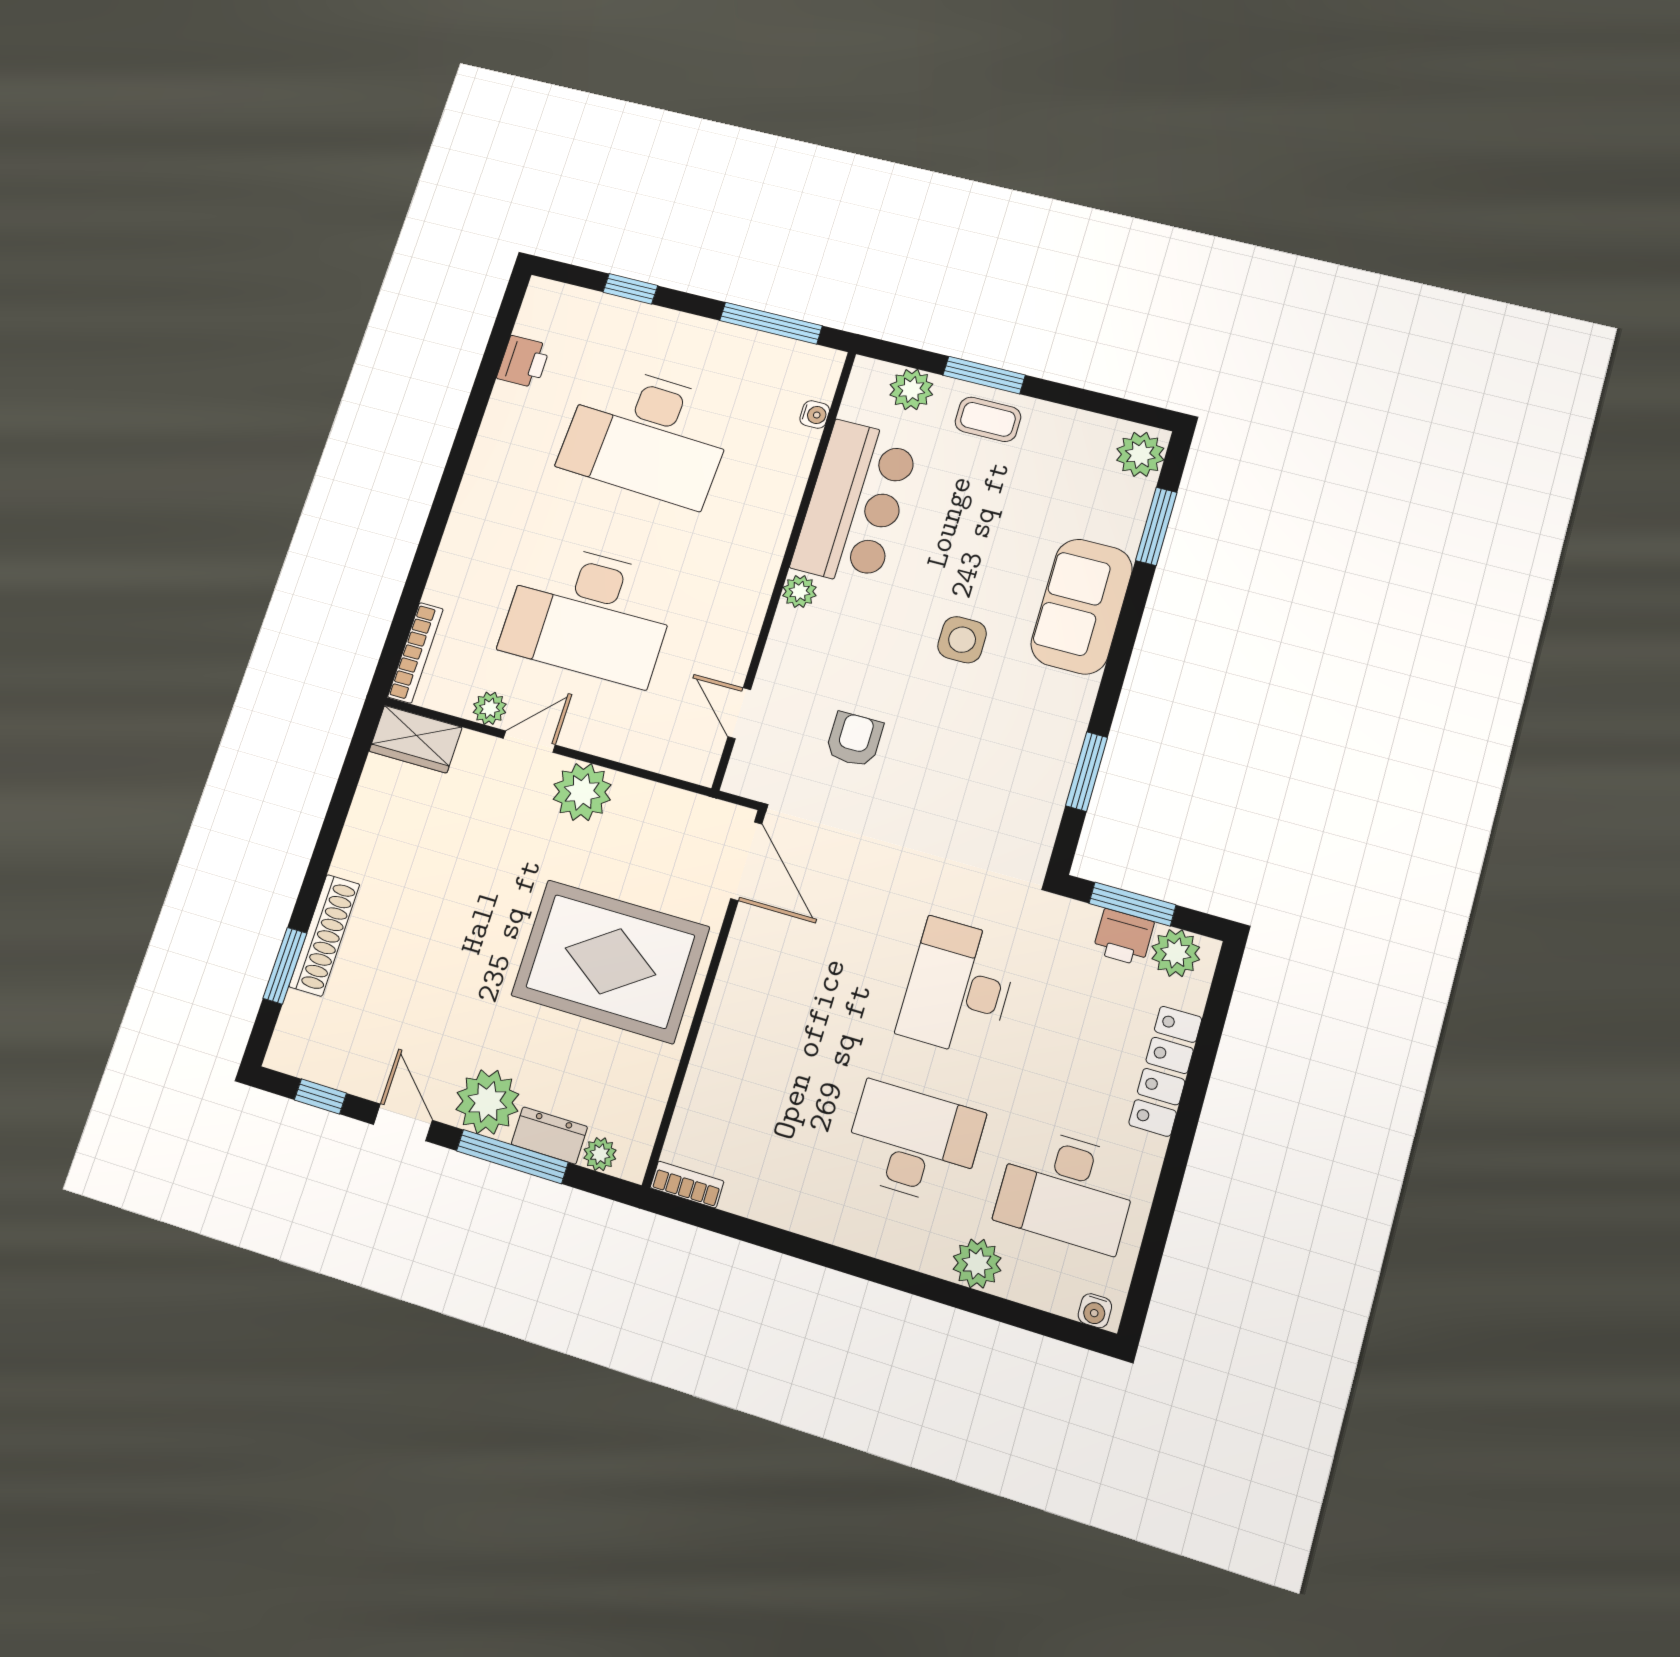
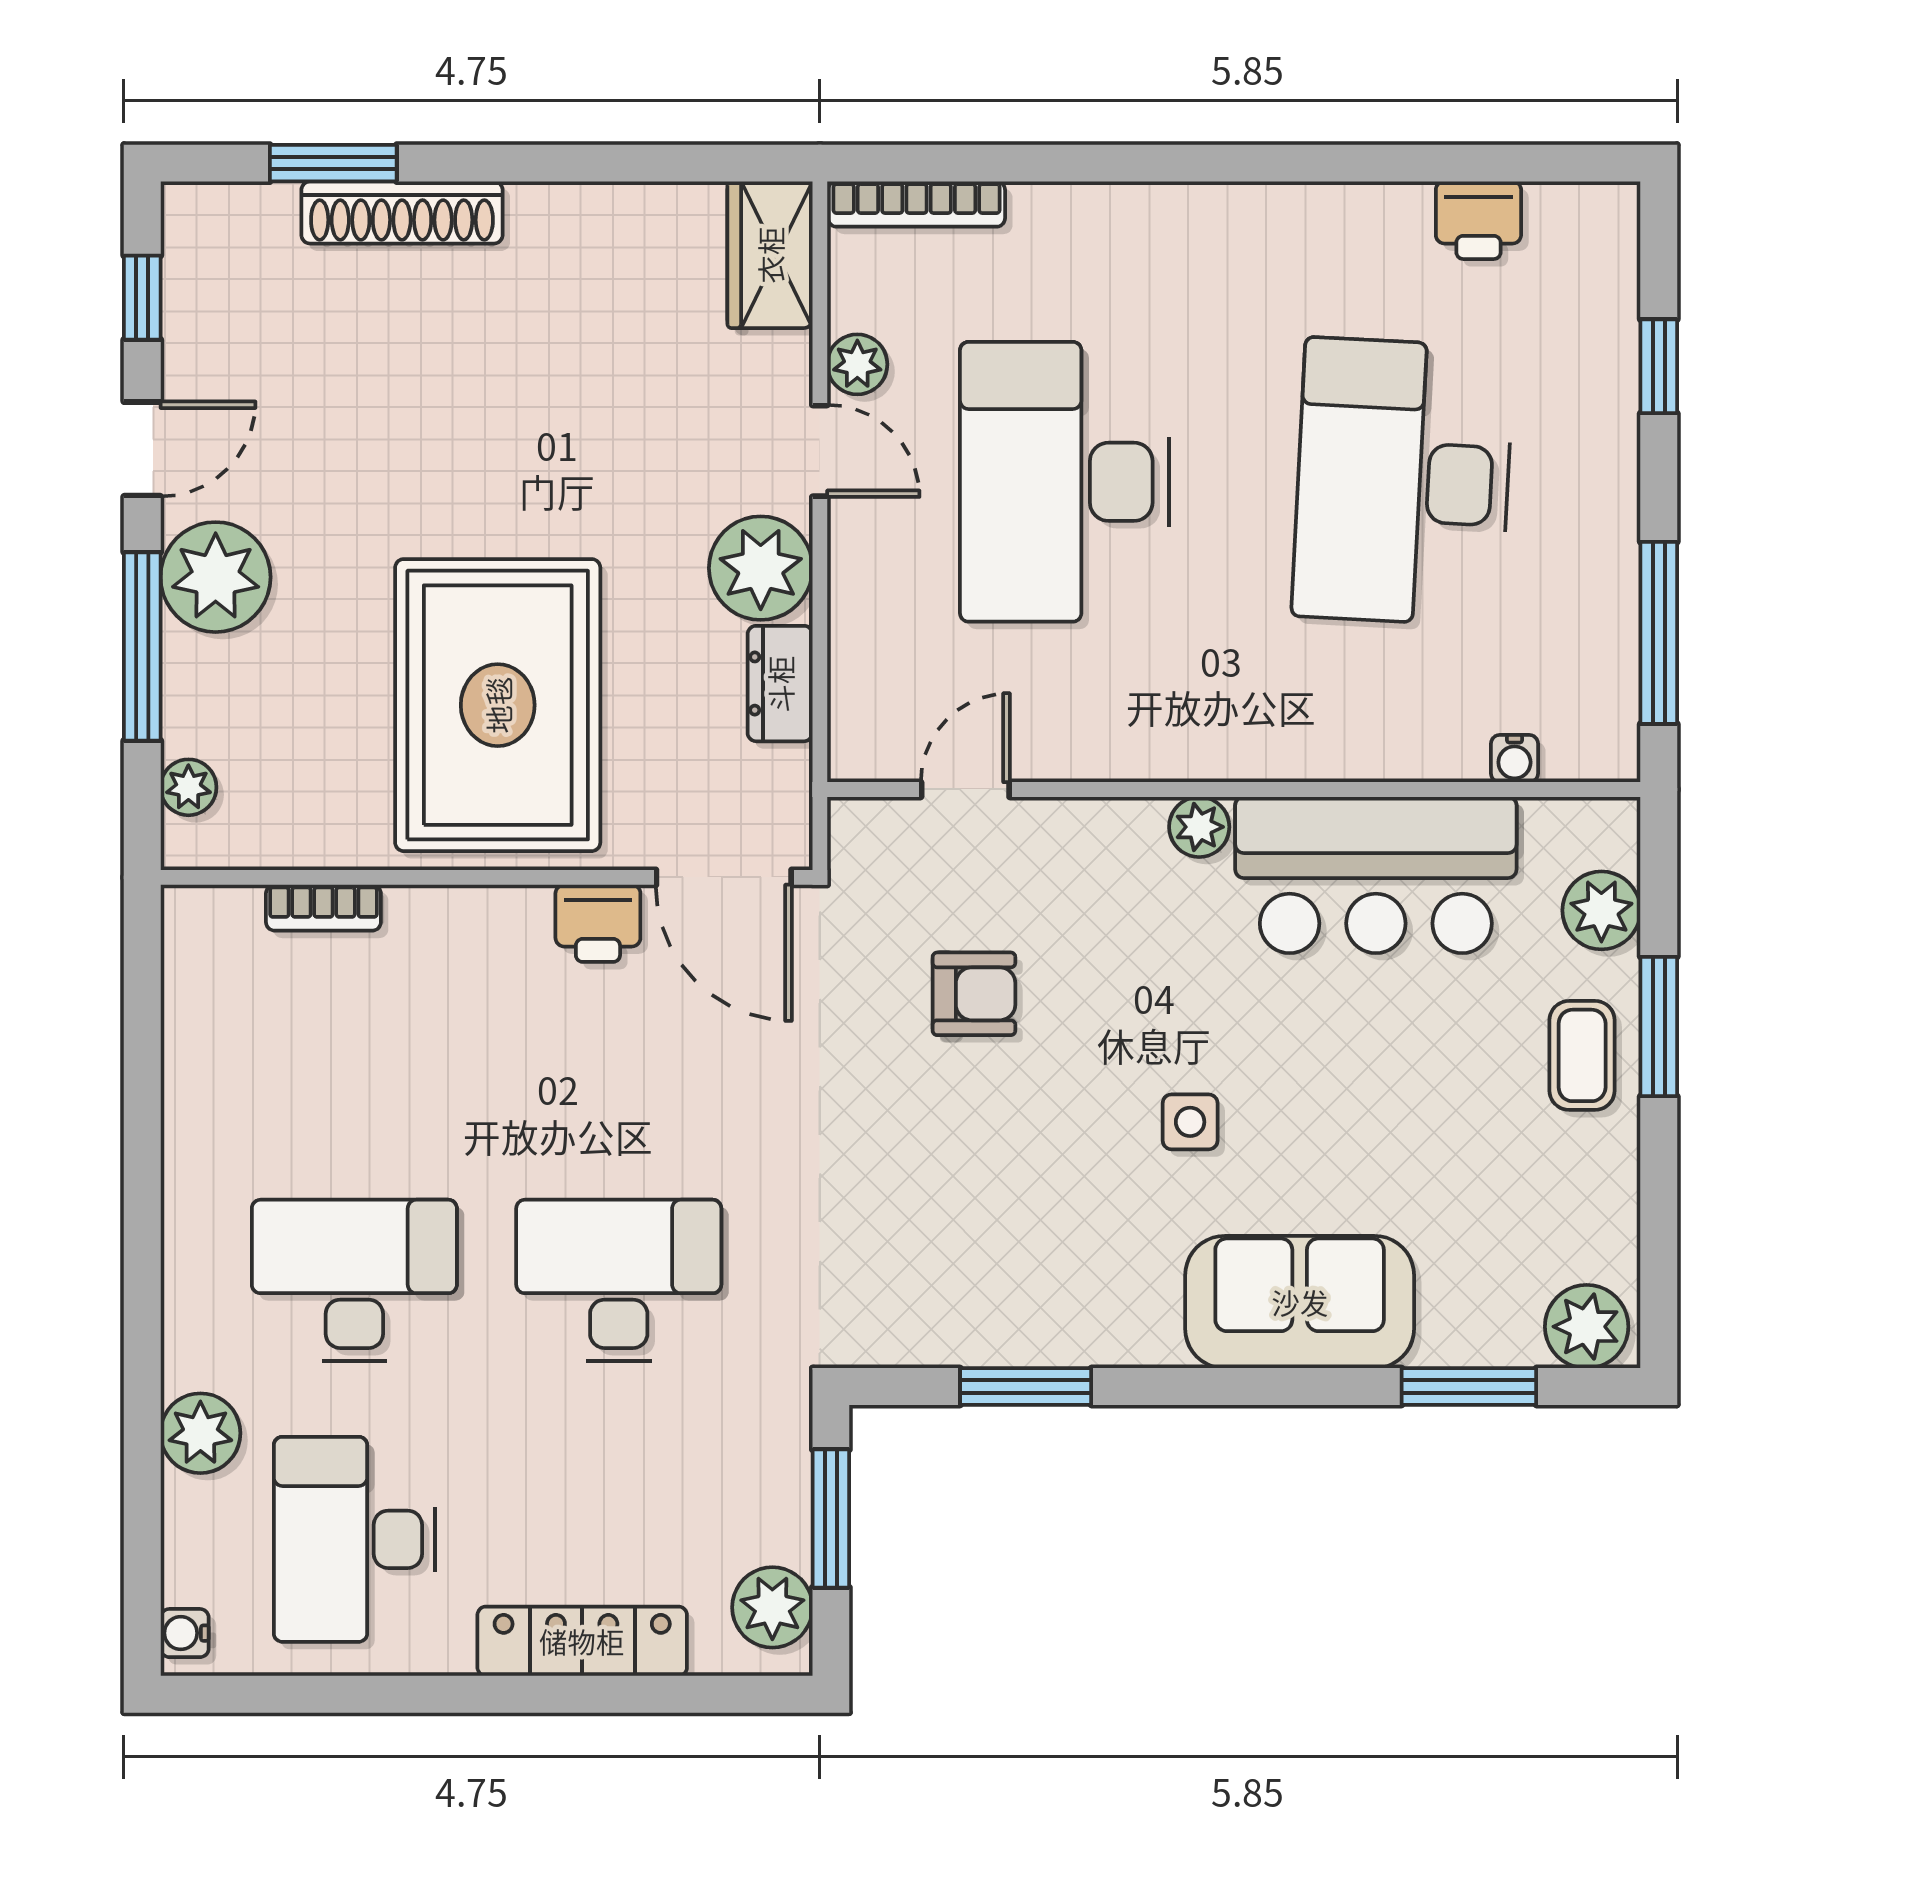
side table: (962, 640) -> (1190, 1122), width x0.73, depth x0.73
door: (746, 861) -> (724, 877), hinge flipped
printer: (1123, 937) -> (598, 923), moved, turned -90
dresser: (549, 1135) -> (780, 684), moved, turned 180
desk: (913, 1143) -> (354, 1280), turned -90
bookcase: (687, 1184) -> (323, 908), moved, turned 90

